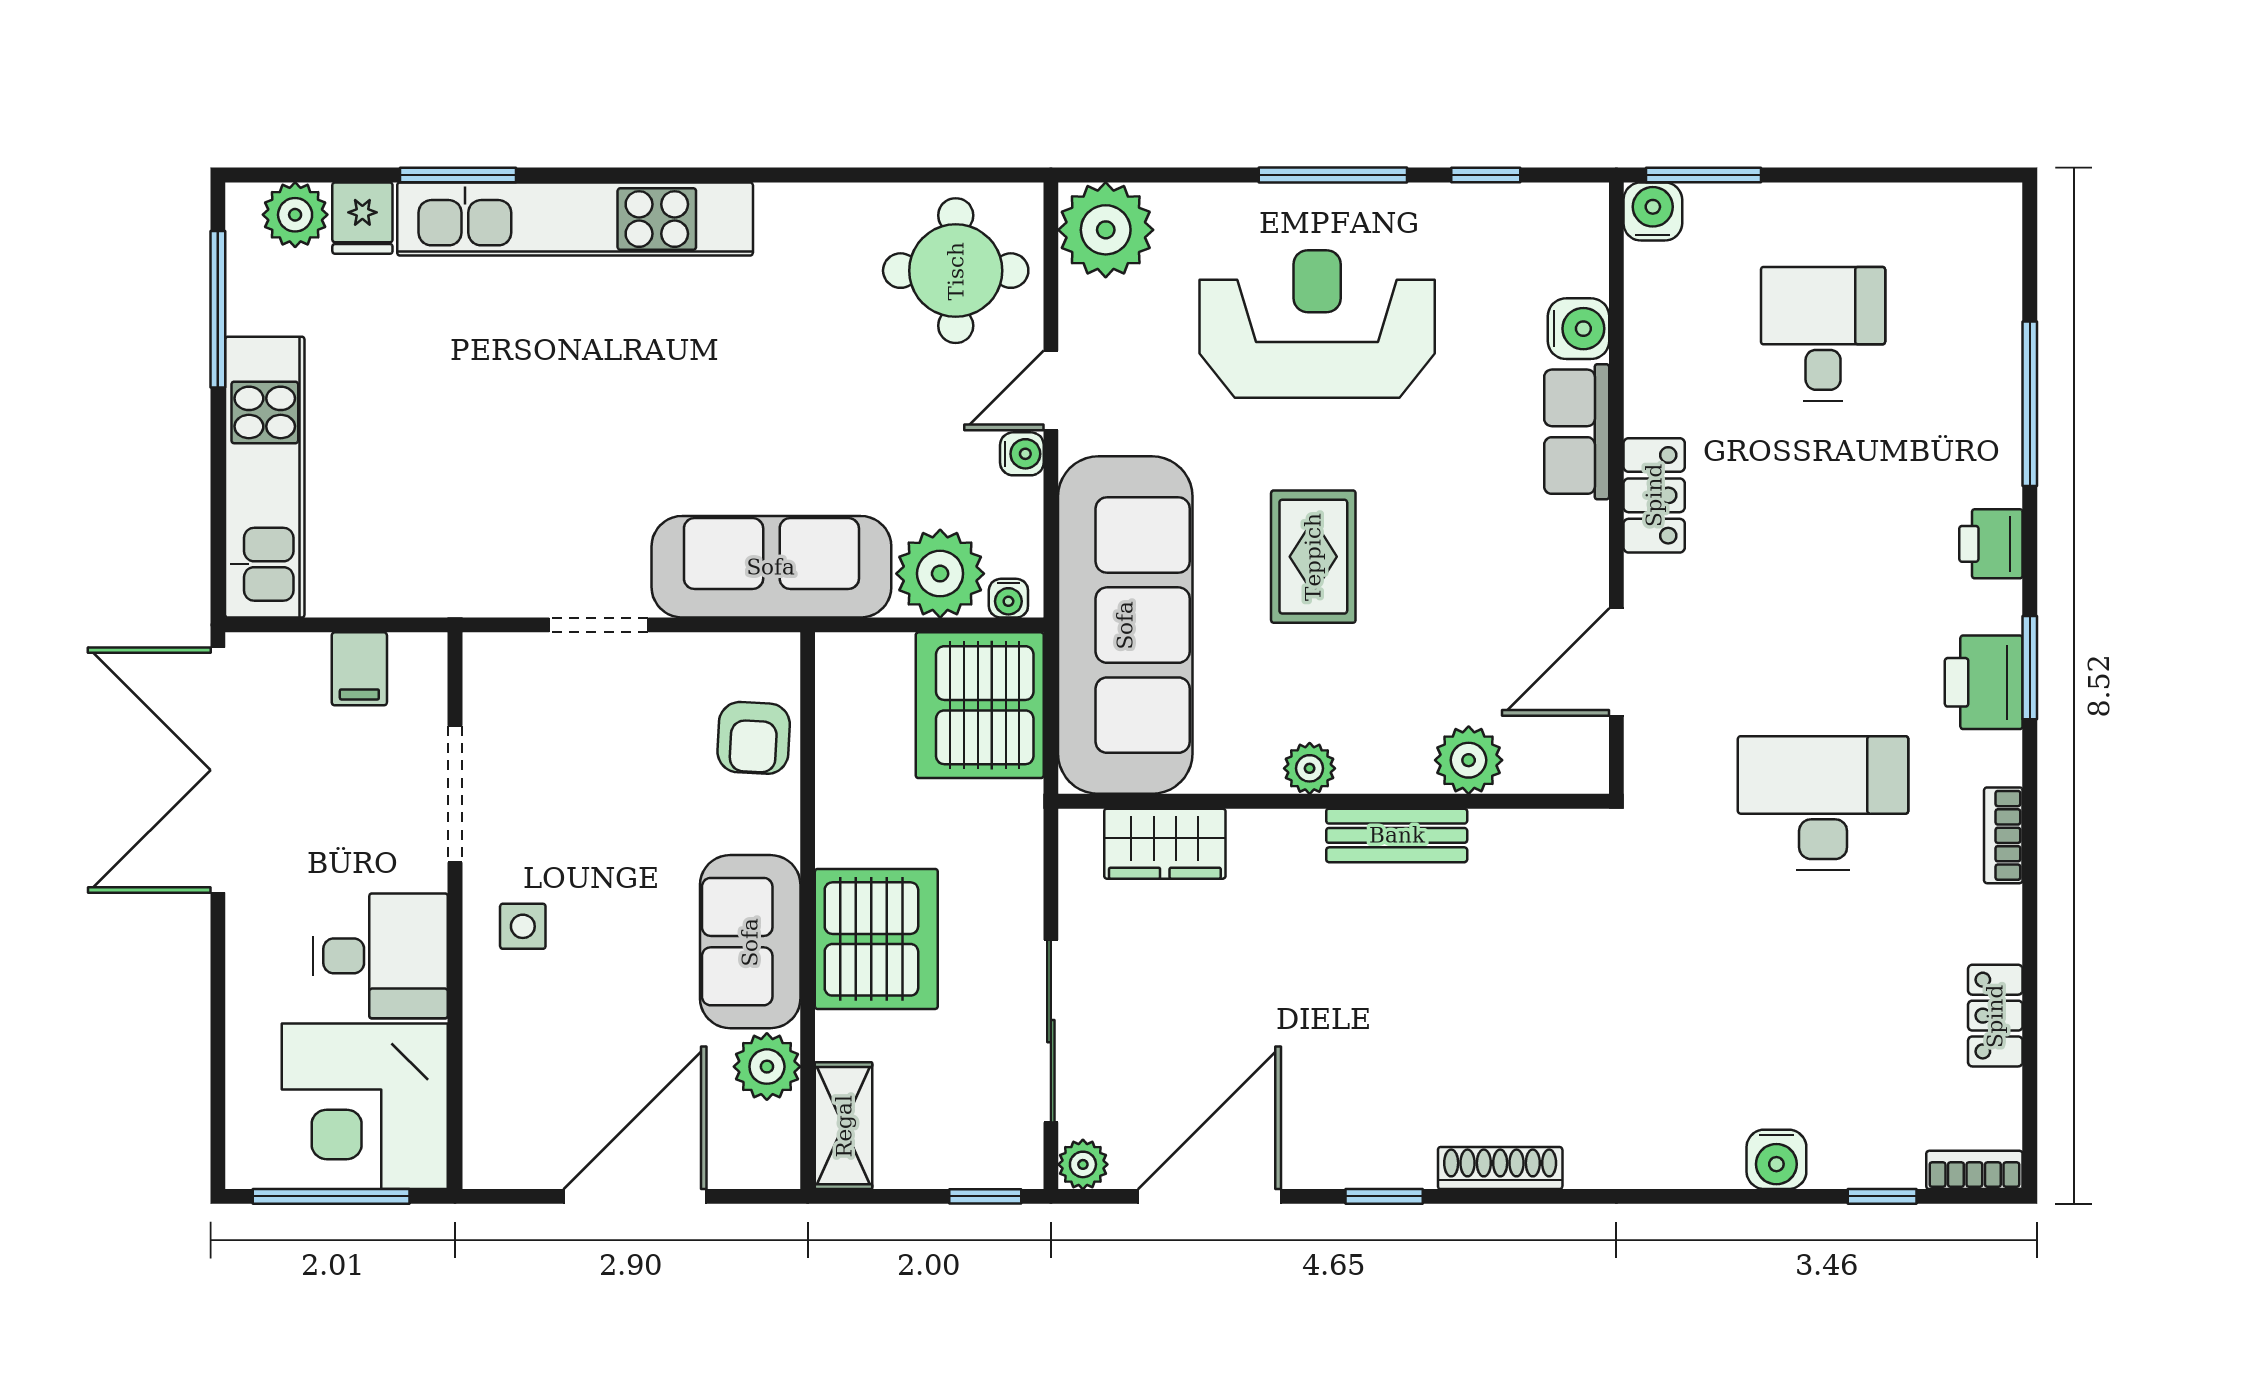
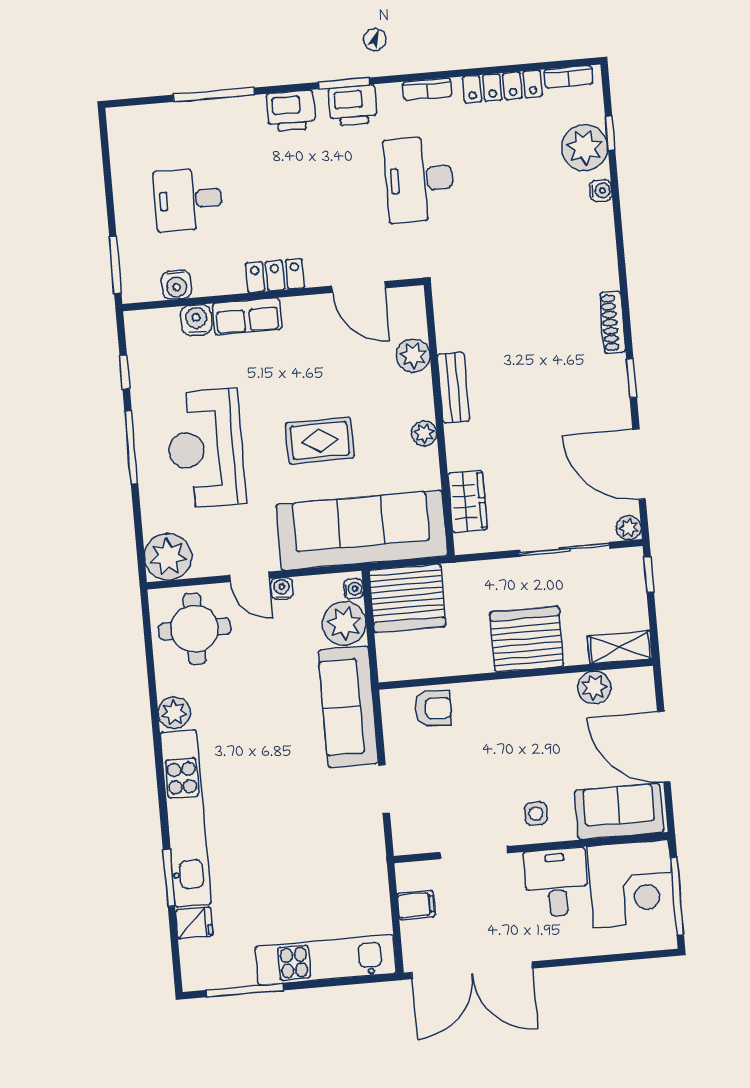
water cooler: (1653, 211) -> (176, 285), moved, turned -90
plant: (295, 215) -> (174, 713), moved
printer: (1991, 544) -> (291, 111), width x1.36, depth x1.24
sofa: (750, 942) -> (619, 811), moved, turned 180
locker: (1995, 1016) -> (502, 87), width x1.53
plant: (1858, 1143) -> (585, 148), added
water cooler: (1776, 1159) -> (601, 191), width x0.72, depth x0.72
bookcase: (1974, 1170) -> (568, 77), moved, turned -90

